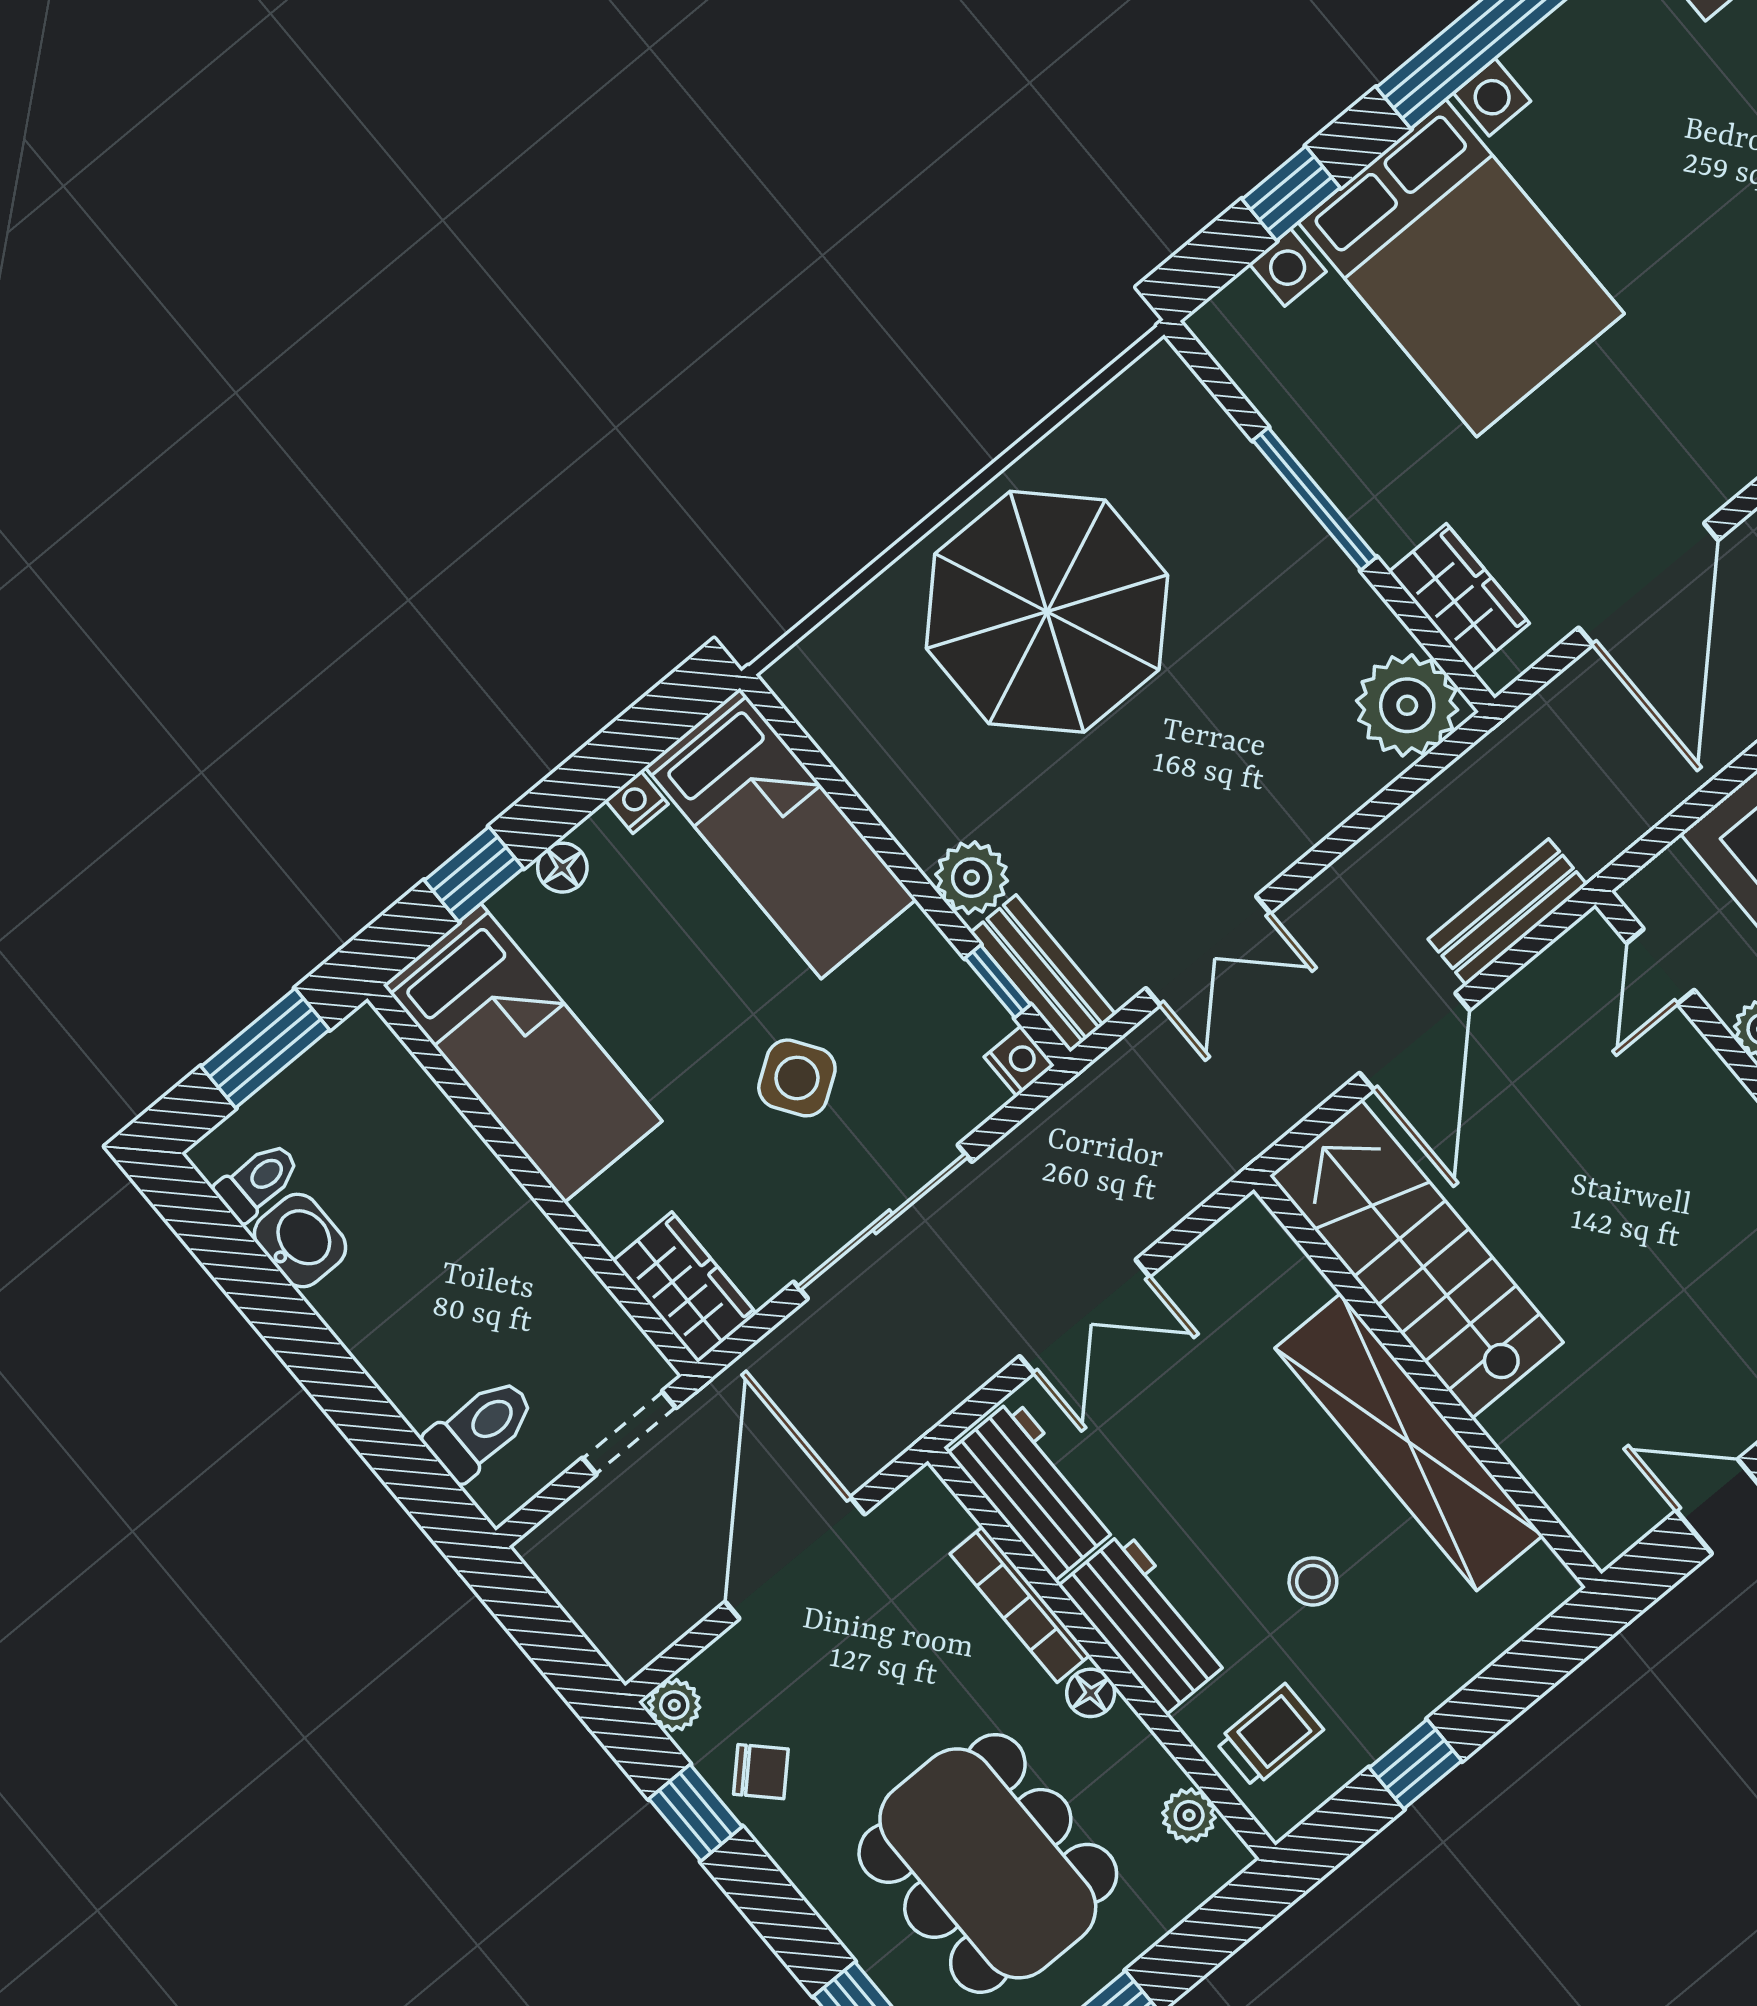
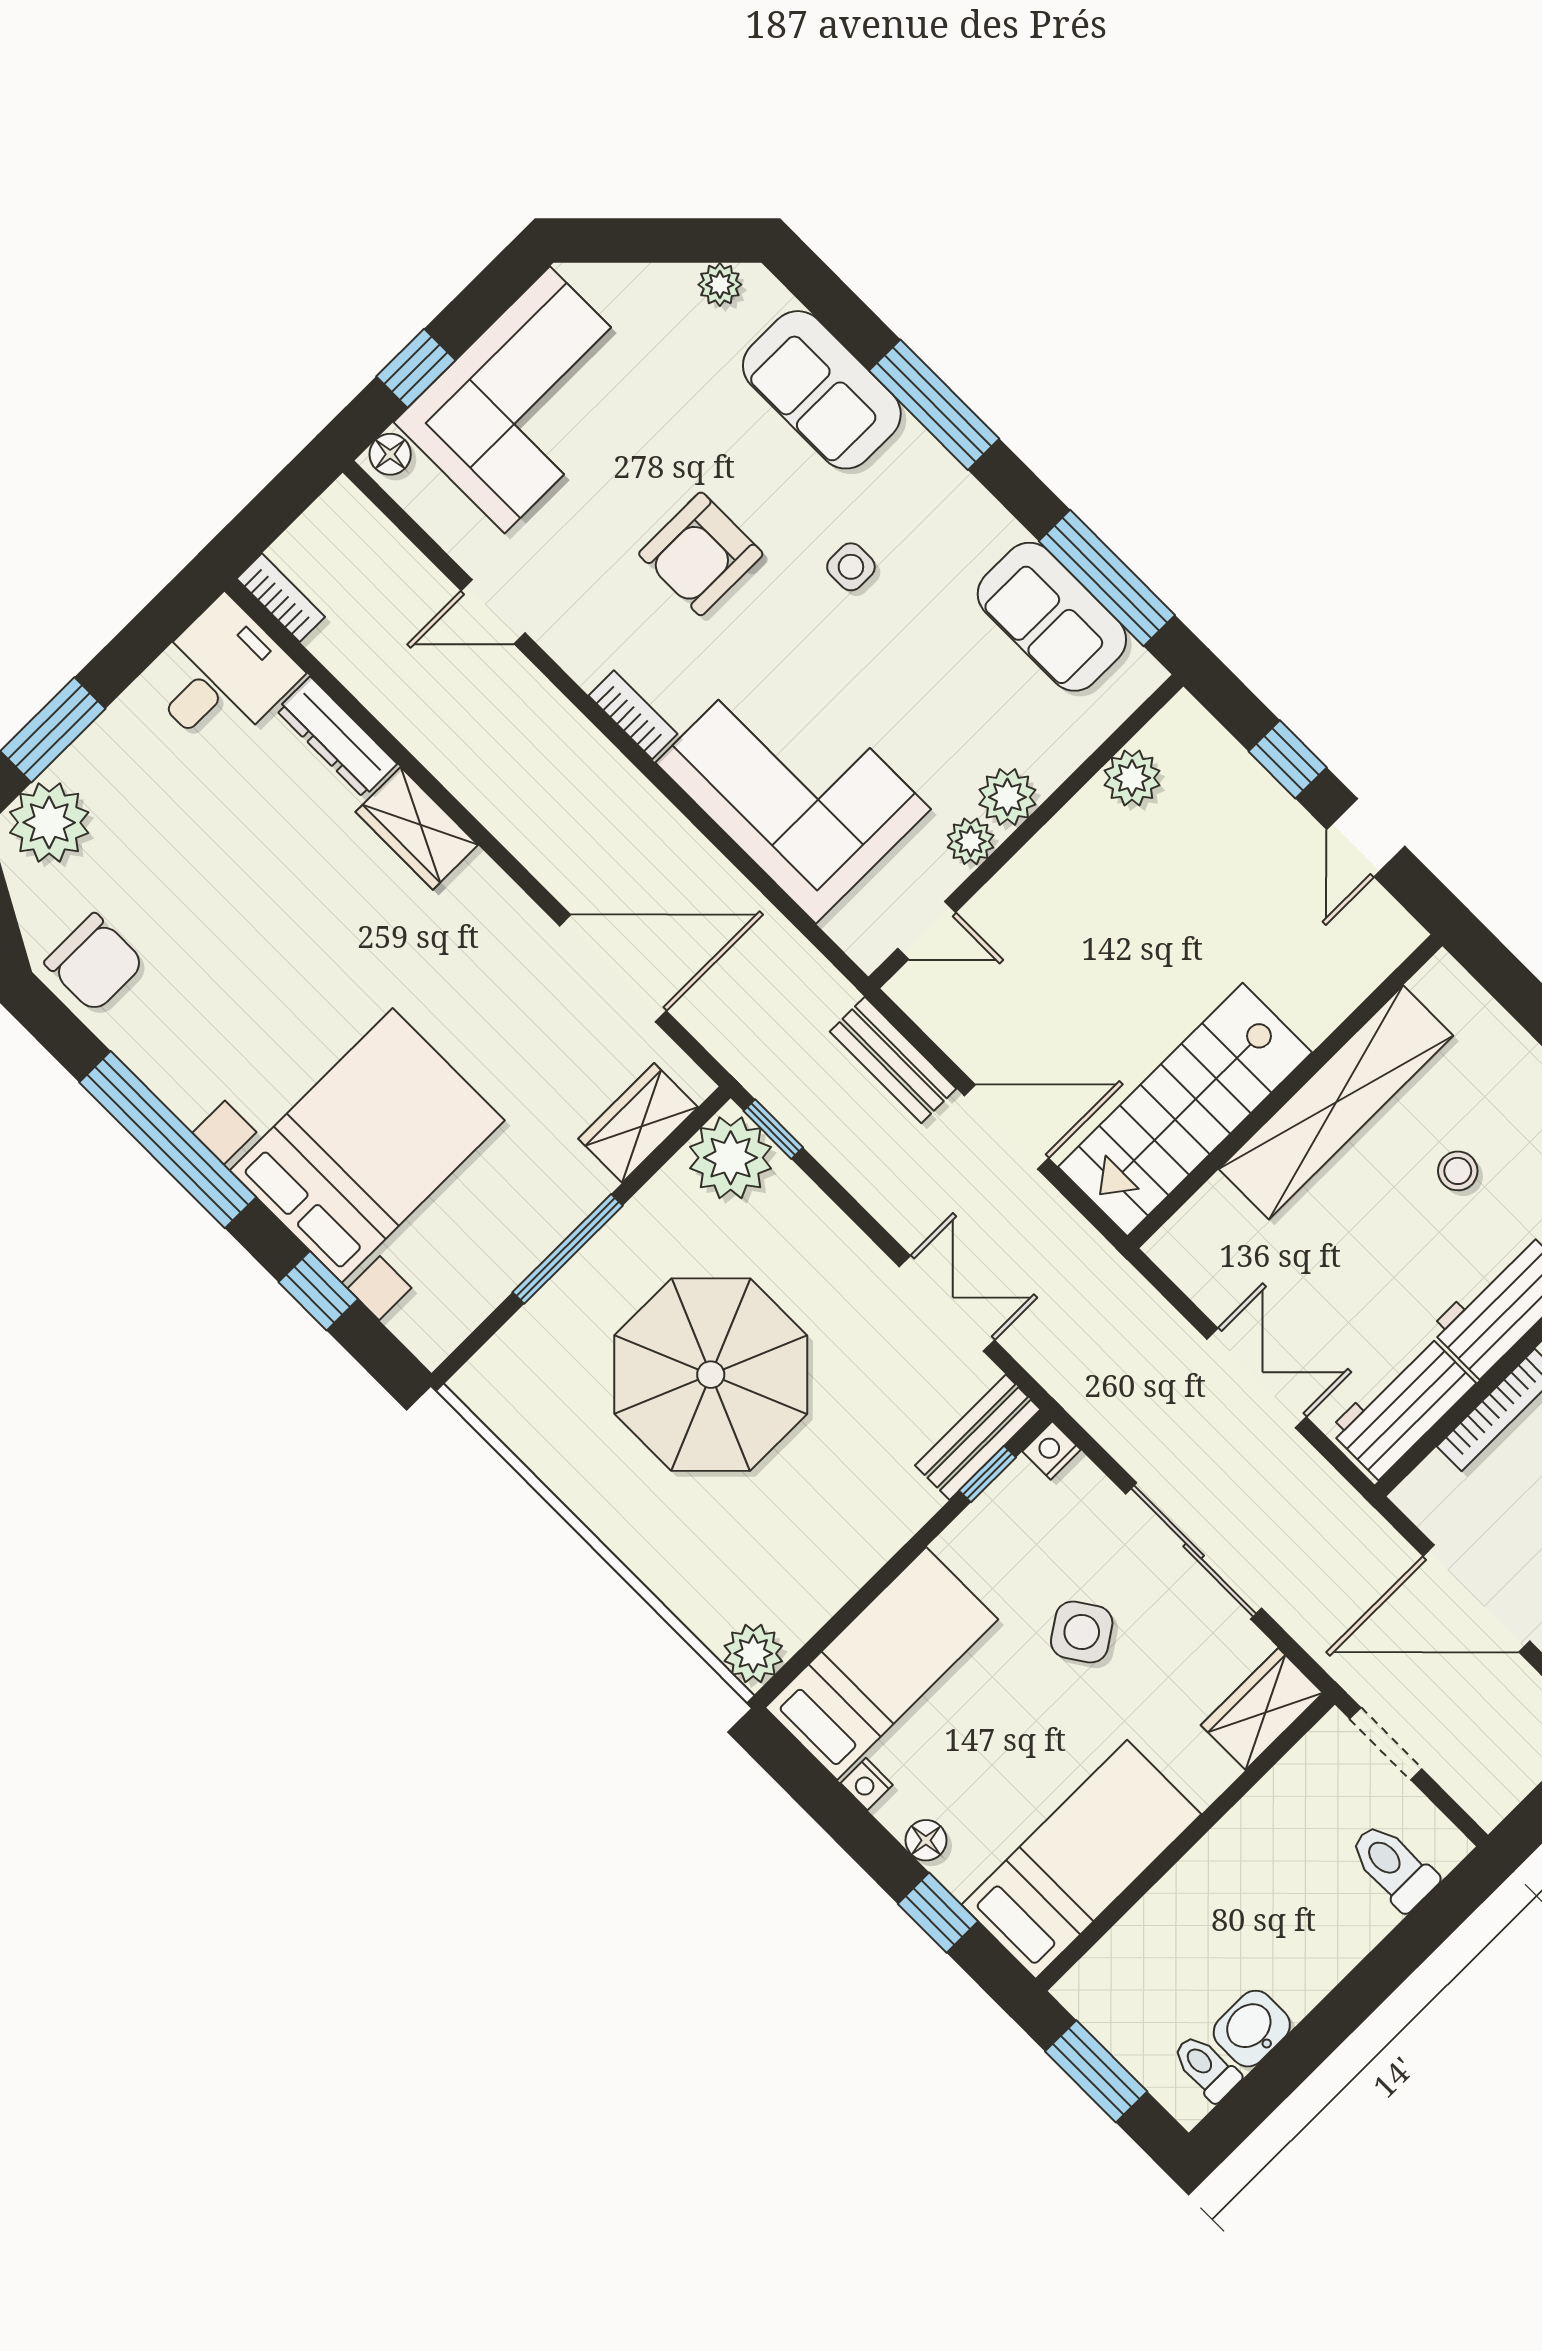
parasol: (1047, 612) -> (711, 1375), moved
window: (1437, 760) -> (773, 1129), added
plant: (972, 878) -> (753, 1653), moved

